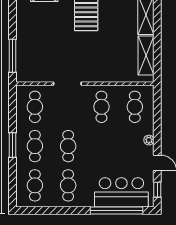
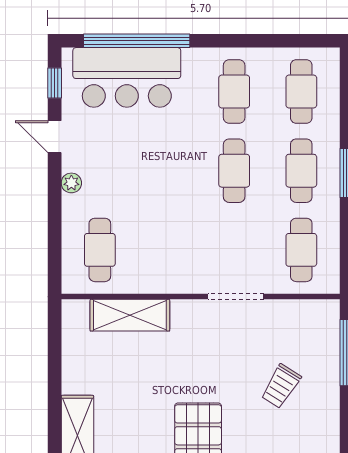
trolley: (45, 39) -> (281, 386), added
shelving: (146, 56) -> (130, 315), moved, turned 90
cafe table: (101, 107) -> (167, 250), removed

